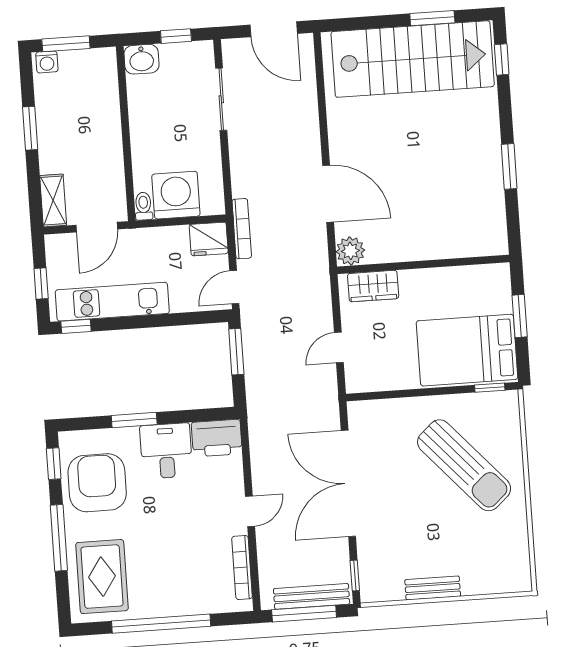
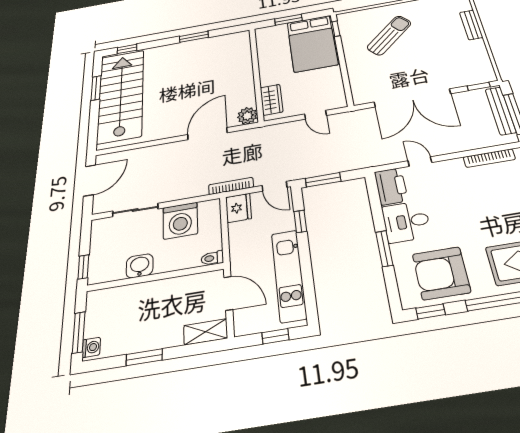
window: (176, 36) -> (83, 267), moved
washbasin: (142, 59) -> (140, 266), moved, turned -90
washing machine: (176, 195) -> (180, 221), moved, turned -90
window: (76, 326) -> (300, 221), moved
sun lounger: (464, 465) -> (389, 35), width x0.73, depth x0.75
door: (250, 511) -> (420, 162), moved
bench: (433, 588) -> (471, 25), moved

